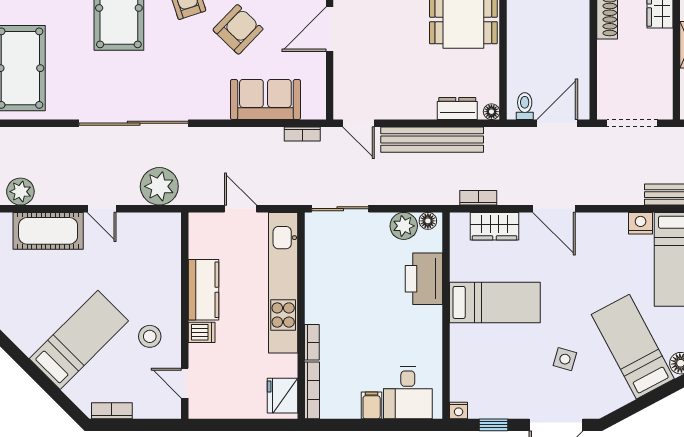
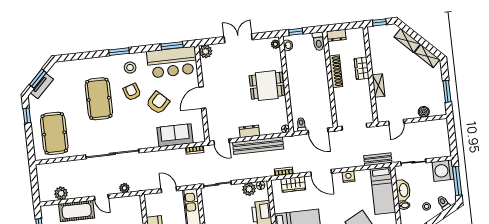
dresser: (457, 108) -> (249, 131), moved
door: (557, 123) -> (318, 131), swing flipped
plant: (159, 186) -> (124, 188), width x0.53, depth x0.53
nightstand: (641, 223) -> (348, 177), moved

